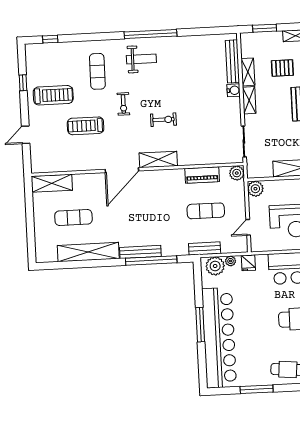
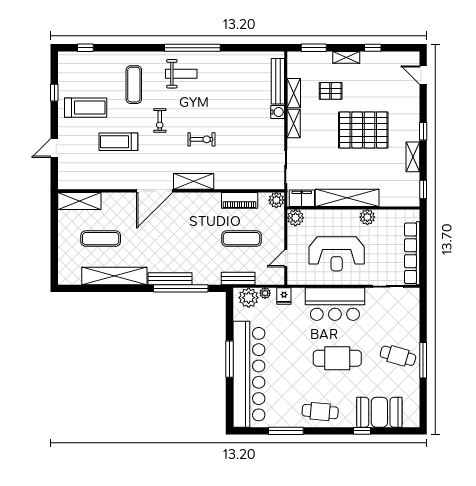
filing cabinet: (260, 170) -> (302, 198), added

